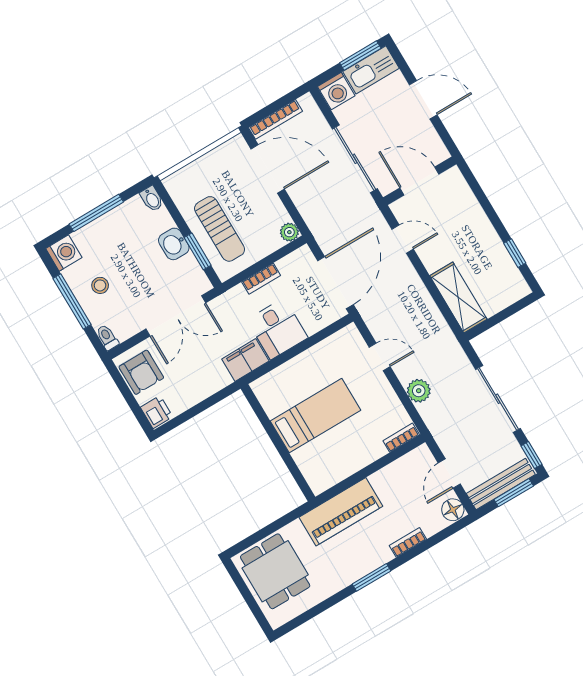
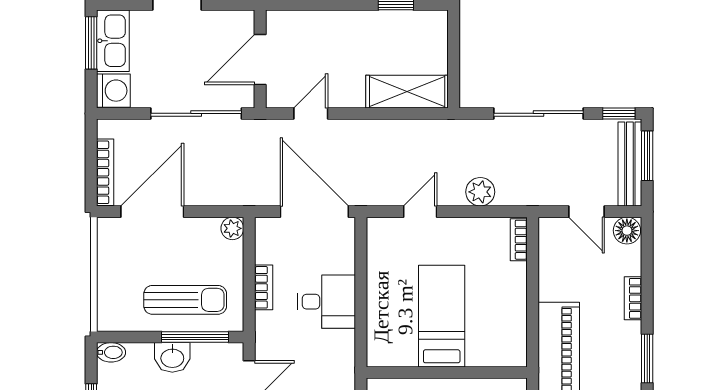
window: (198, 251) -> (195, 337), width x1.44
filing cabinet: (245, 360) -> (339, 355), removed

